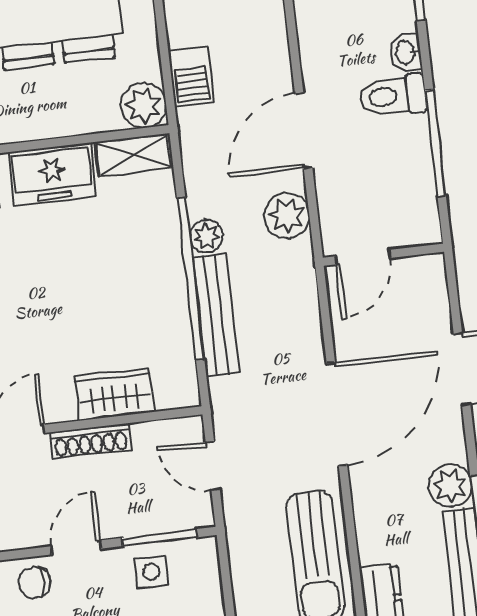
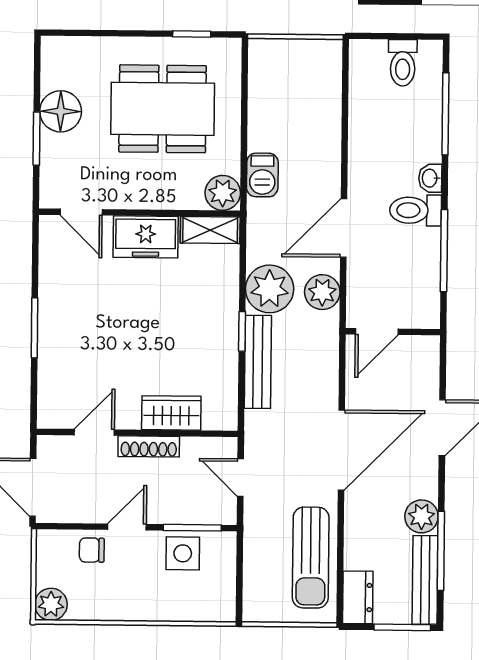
plant: (206, 236) -> (270, 289), width x1.88, depth x1.88
window: (191, 279) -> (242, 331), width x0.32
side table: (151, 572) -> (183, 553), width x1.37, depth x1.37

